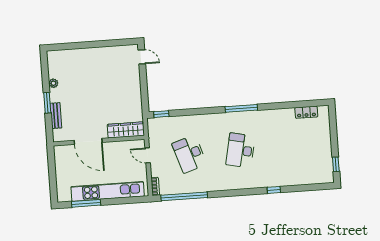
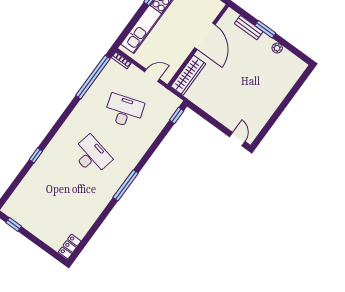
door: (142, 57) -> (237, 139), swing flipped
locker: (306, 112) -> (70, 247), moved
door: (88, 141) -> (205, 36), swing flipped

